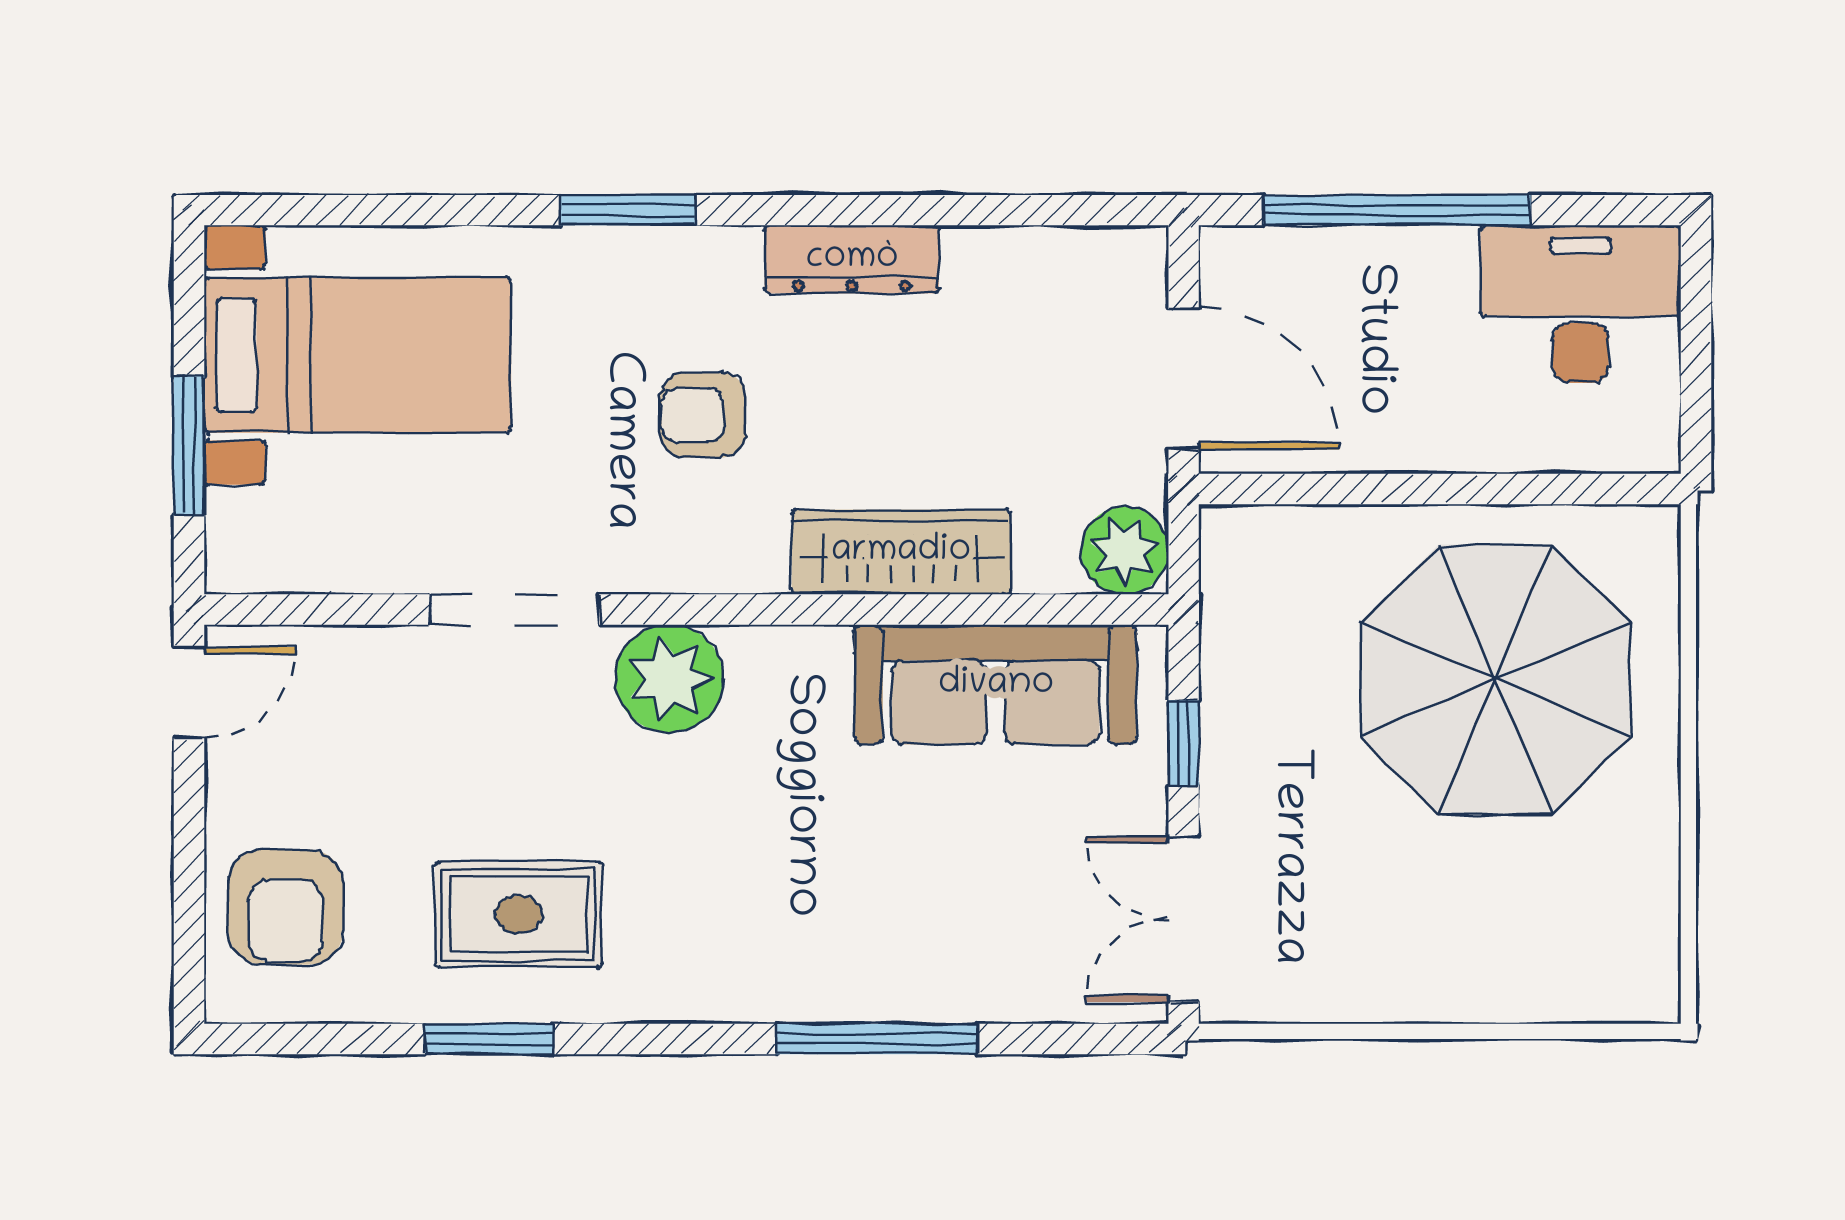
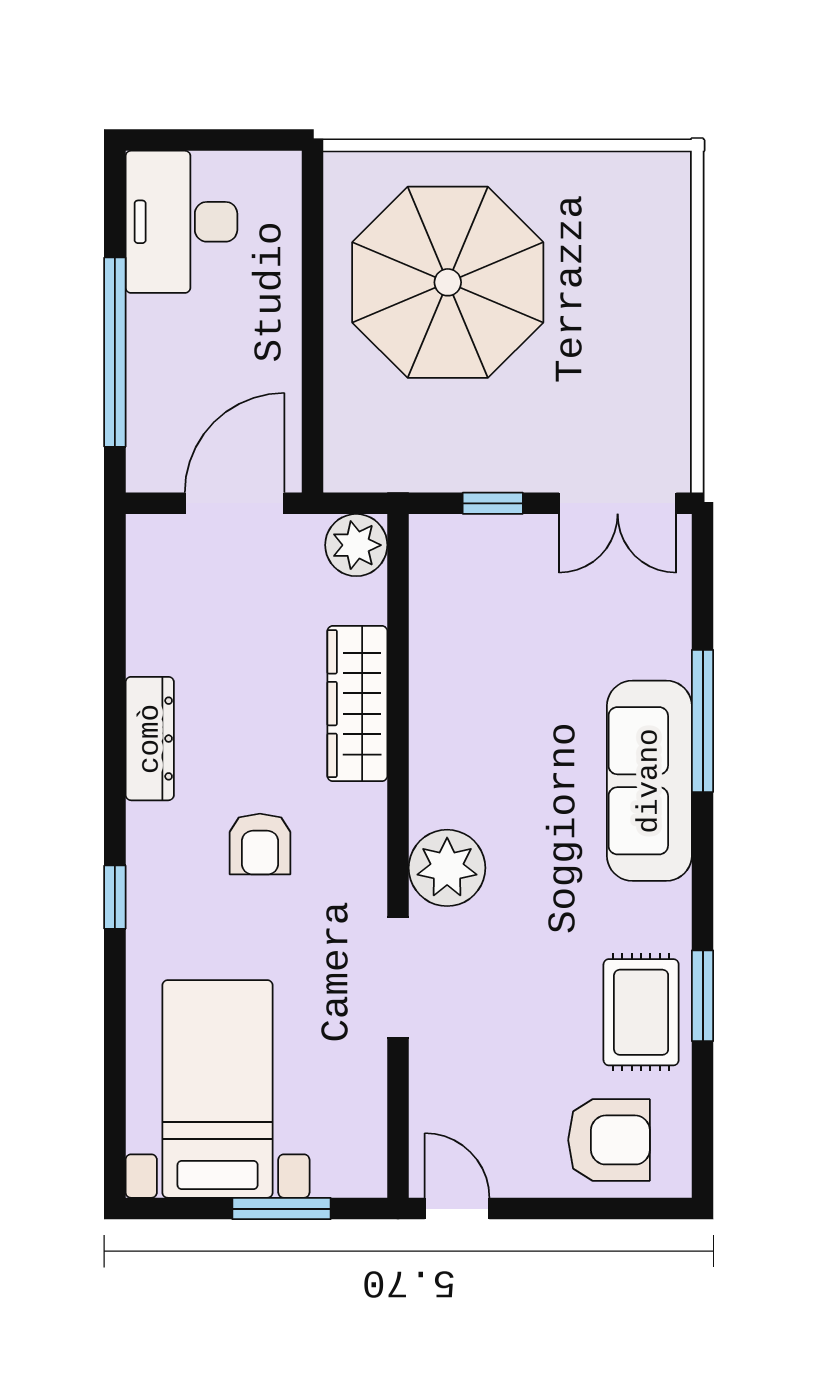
window: (628, 210) -> (115, 897), width x0.67
sofa: (996, 685) -> (649, 781), moved, turned 180
rug: (518, 914) -> (641, 1012), moved

